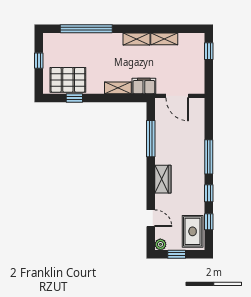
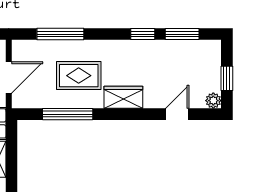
window: (209, 157) -> (60, 34), moved
window: (209, 222) -> (182, 34), width x1.50
rug: (193, 231) -> (79, 76), moved

